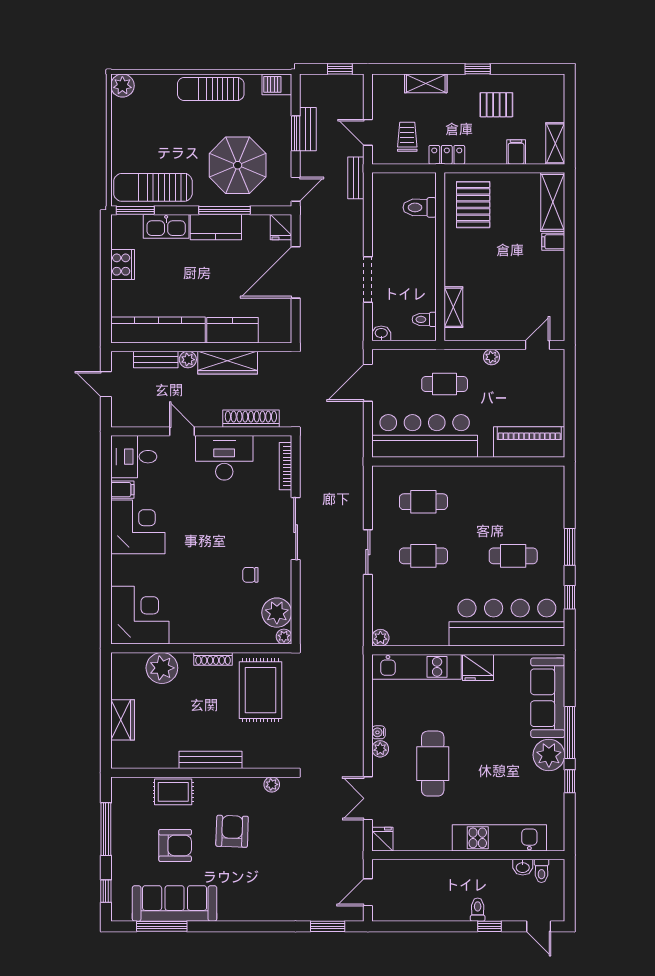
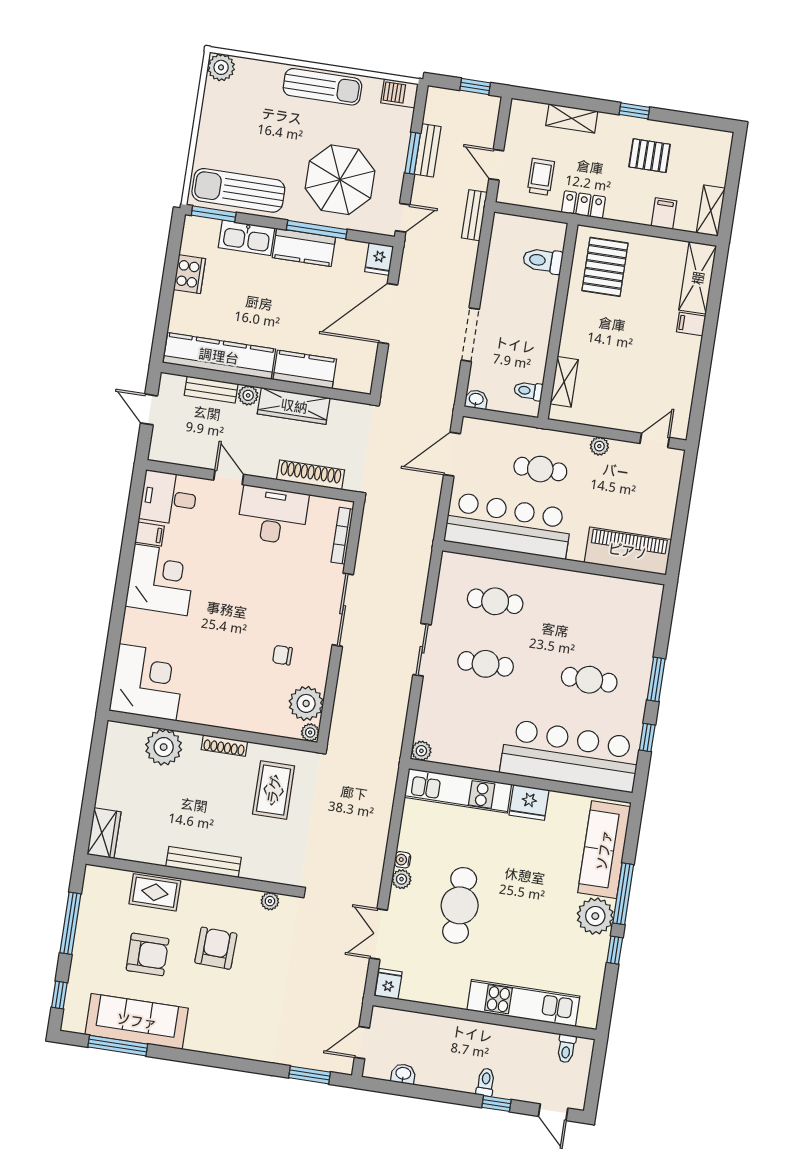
sun lounger: (211, 89) -> (322, 87), turned 180
rug: (260, 690) -> (274, 790), width x0.73, depth x0.70
wardrobe: (123, 720) -> (104, 833), moved
washbasin: (523, 867) -> (403, 1074), moved, turned 180

